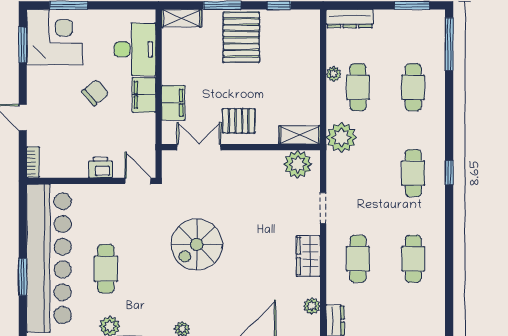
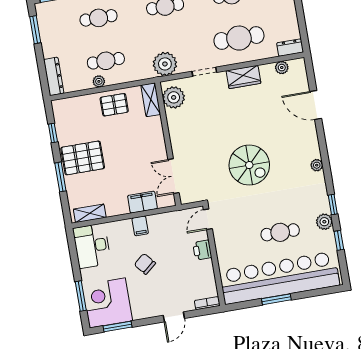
shelving: (181, 18) -> (90, 213), moved, turned 90
desk: (135, 49) -> (92, 246), moved, turned -90
filing cabinet: (144, 95) -> (140, 226), width x0.50
pallet: (239, 121) -> (114, 105), moved, turned 90
plant: (341, 137) -> (165, 64), moved
cafe table: (358, 259) -> (239, 38), width x1.37, depth x1.35
window: (23, 277) -> (276, 299), moved

